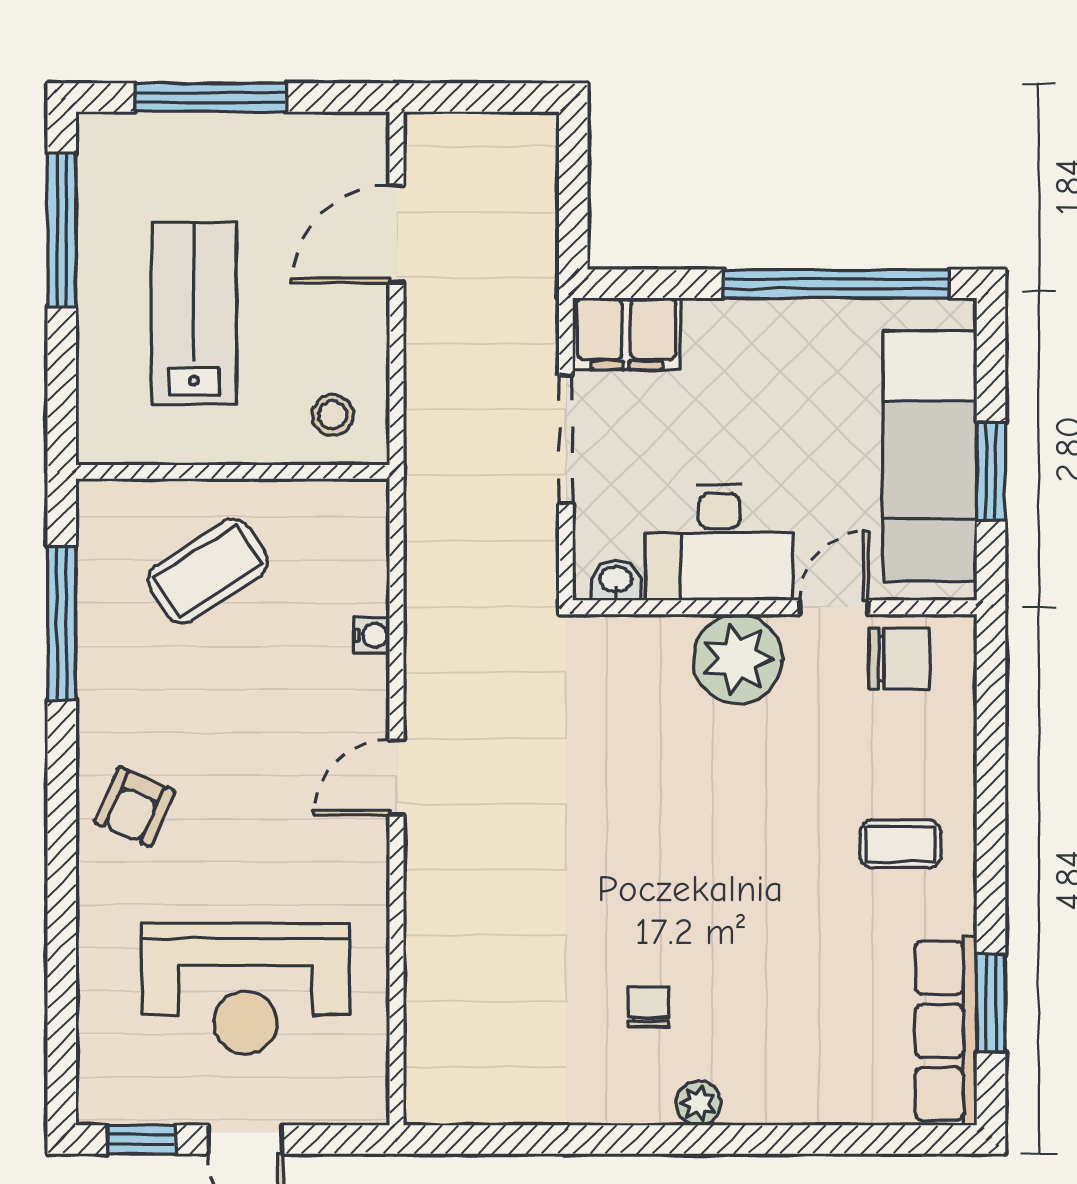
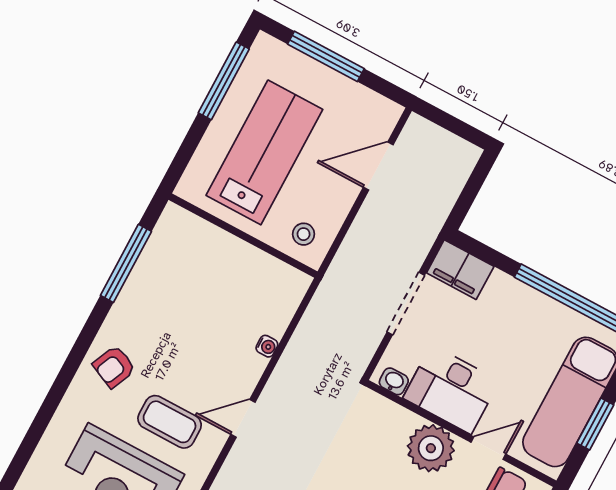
lab bench: (194, 313) -> (264, 152), width x1.36, depth x1.39
coffee table: (208, 571) -> (170, 422), moved, turned 33

